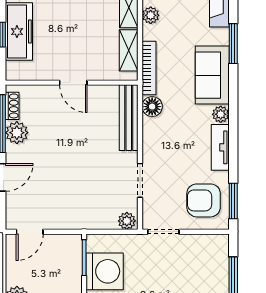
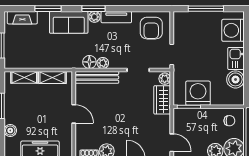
plant: (151, 15) -> (103, 63), moved
bookcase: (149, 68) -> (64, 64), removed
door: (73, 83) -> (74, 114), hinge flipped
window: (233, 201) -> (94, 9), moved
wardrobe: (95, 217) -> (162, 100), added

